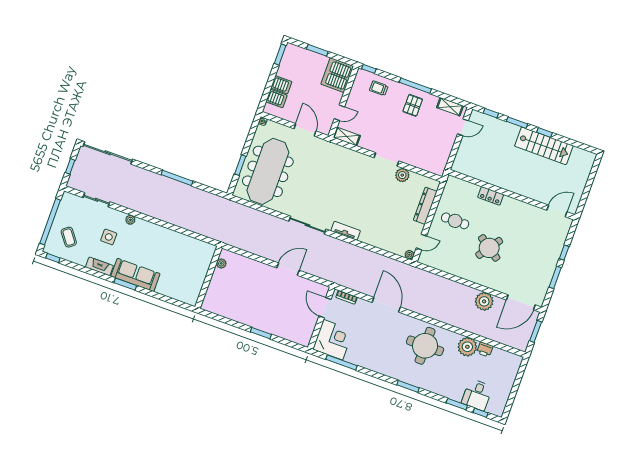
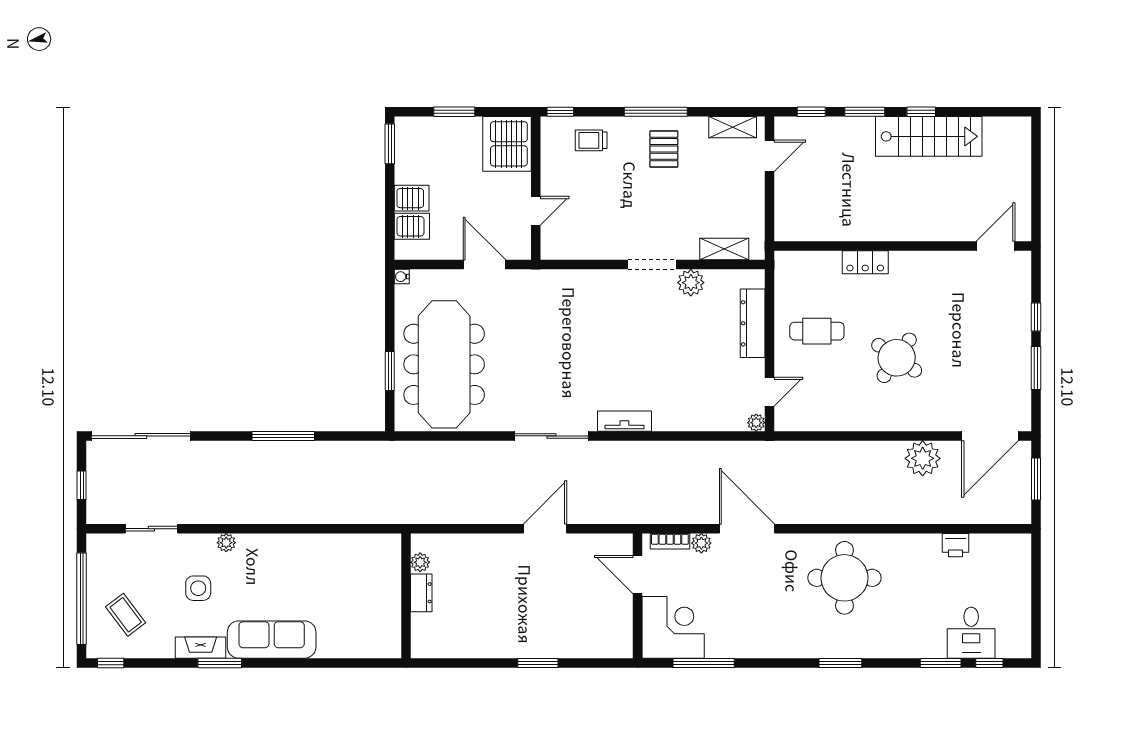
shelving: (347, 136) -> (724, 249), moved
dresser: (216, 278) -> (421, 593), added
window: (125, 284) -> (220, 663), moved
plant: (467, 347) -> (701, 543), moved, width x0.53, depth x0.53

